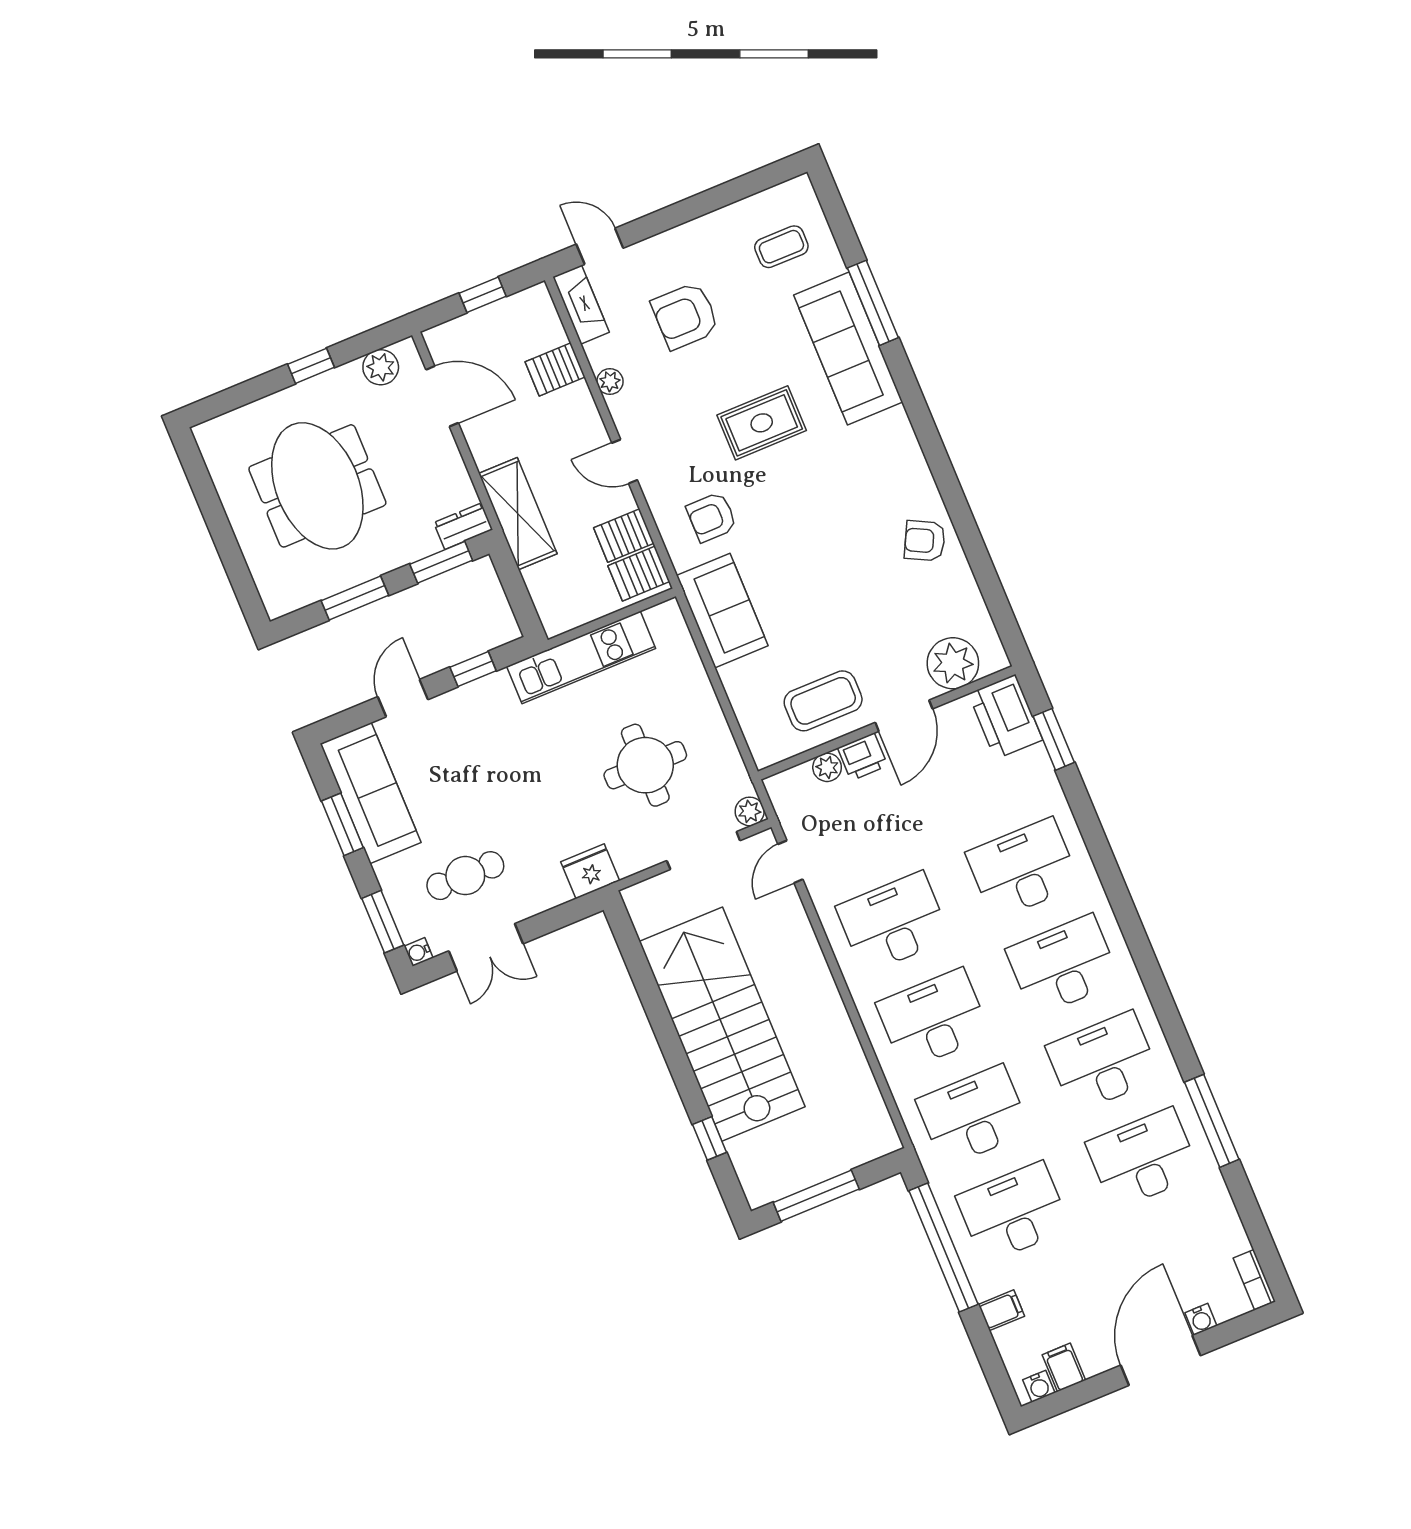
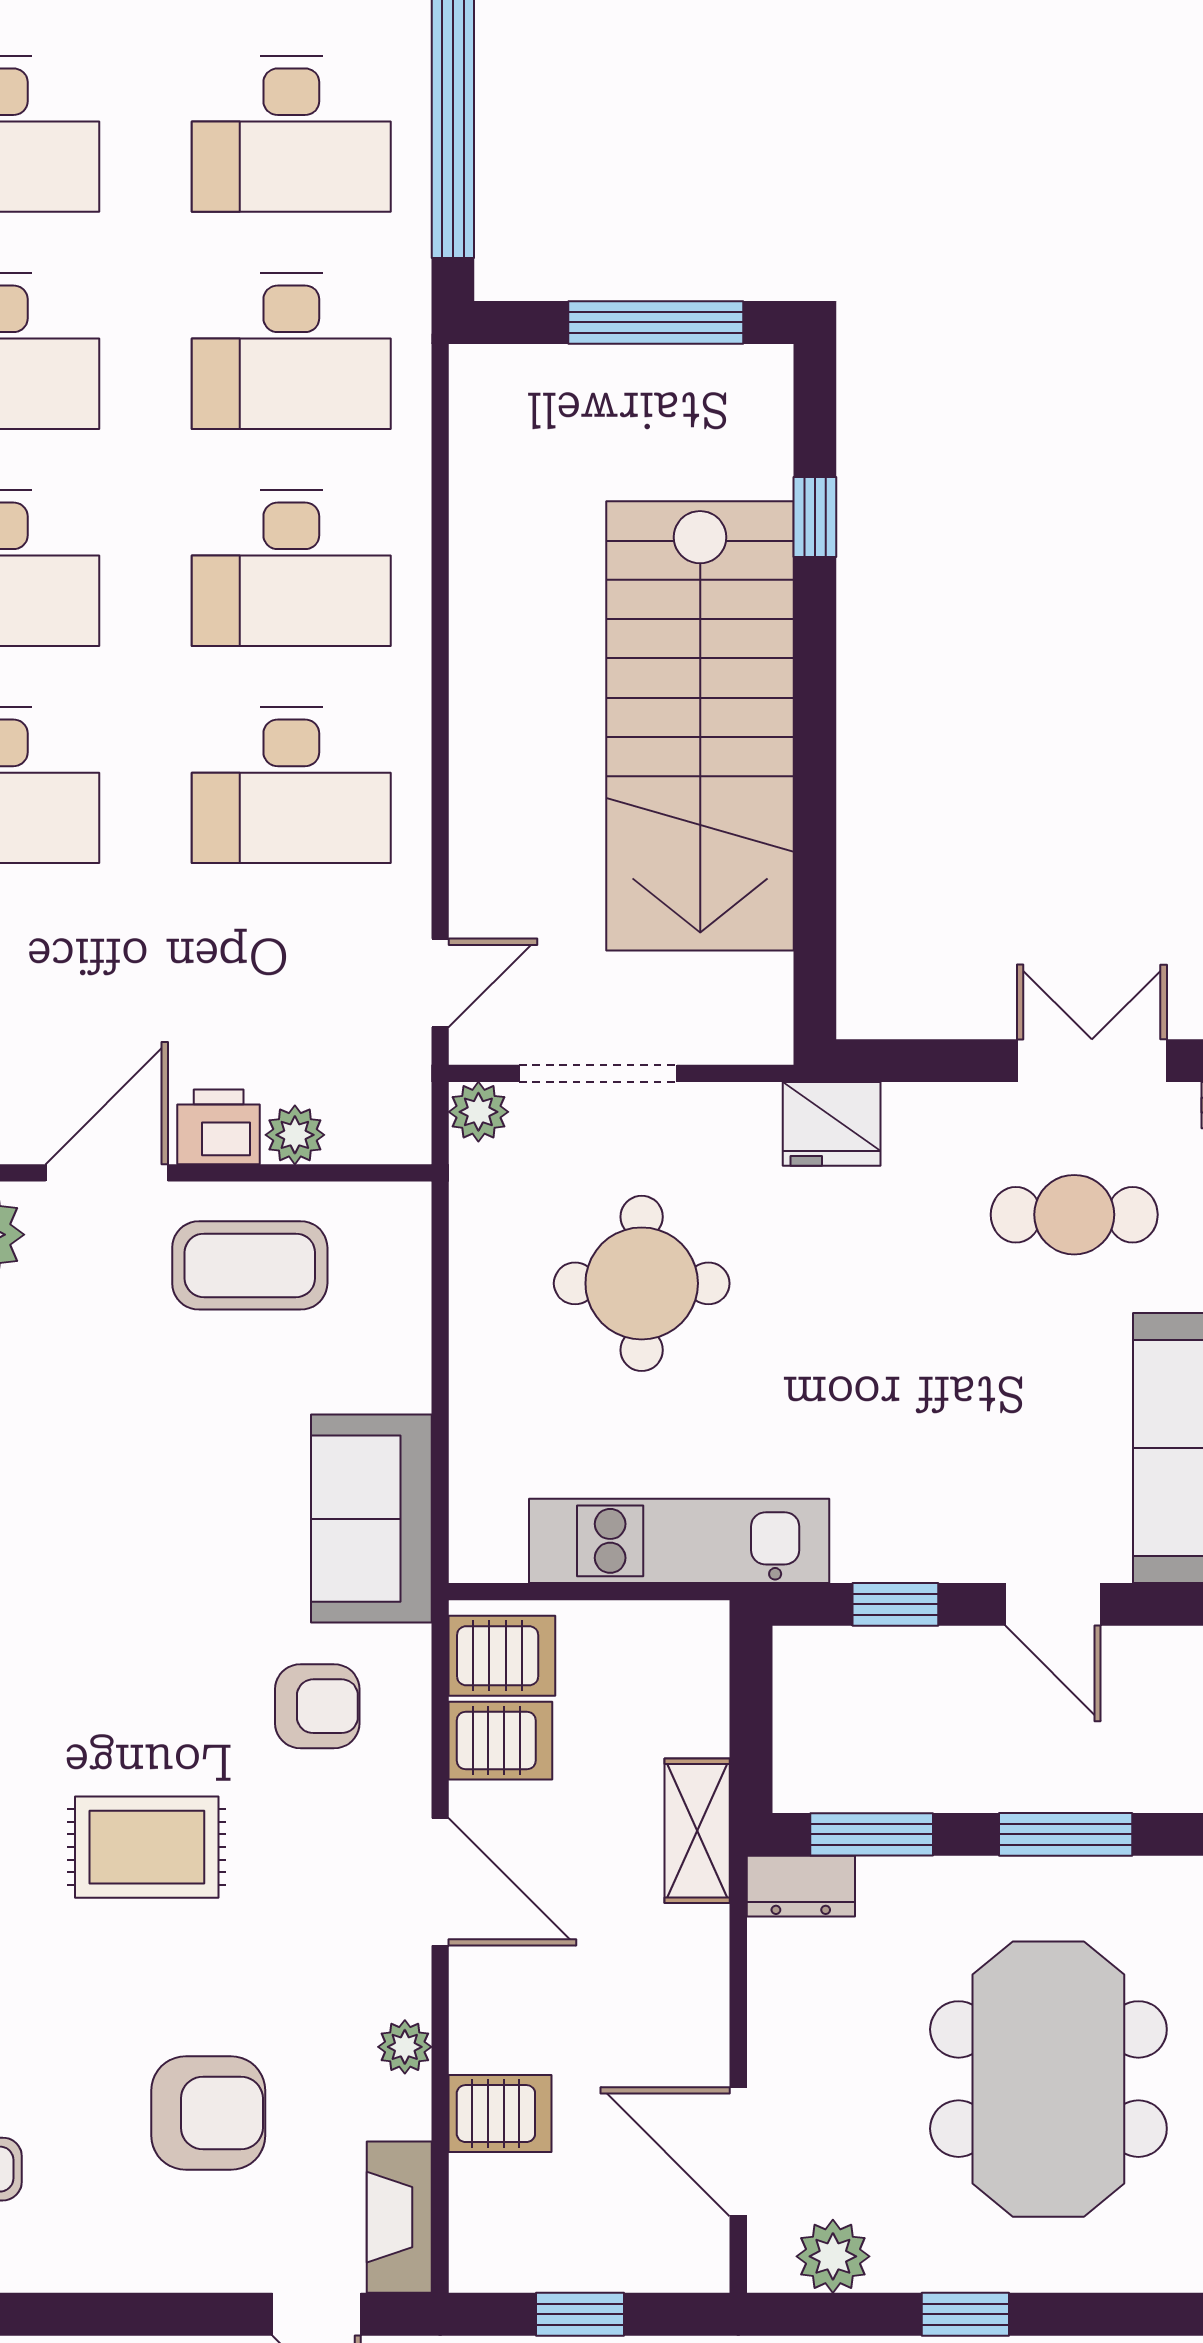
door: (625, 461) -> (440, 1882), width x1.38
shelving: (518, 514) -> (697, 1831), width x0.67, depth x0.75
door: (403, 698) -> (1053, 1604), hinge flipped

